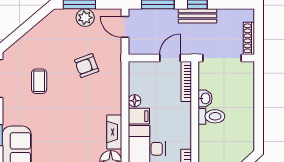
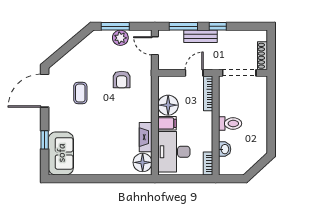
bench: (198, 16) -> (200, 36), moved
armchair: (87, 66) -> (122, 79), turned -70
washbasin: (205, 98) -> (225, 149), moved
floor lamp: (135, 101) -> (168, 105), width x1.89, depth x1.89

